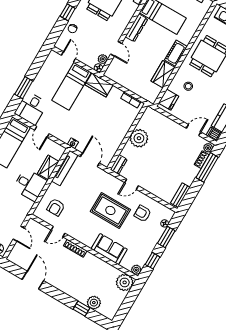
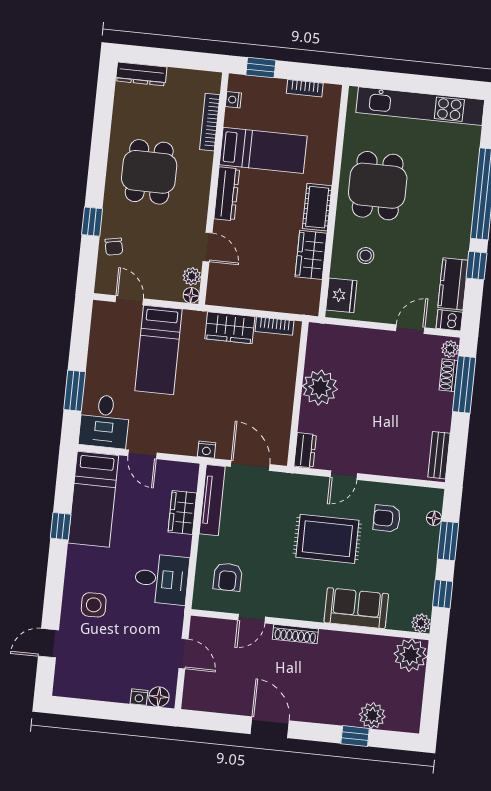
wardrobe: (99, 85) -> (230, 328), moved
desk: (30, 185) -> (162, 579), moved
door: (33, 280) -> (270, 727), moved

